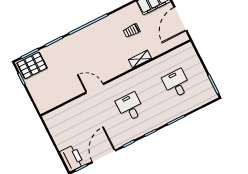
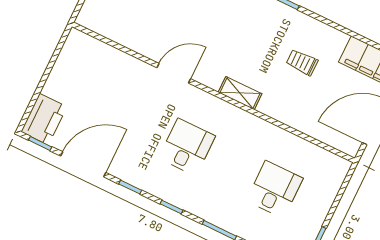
shelving: (140, 59) -> (240, 93), moved
door: (95, 88) -> (174, 73), hinge flipped

